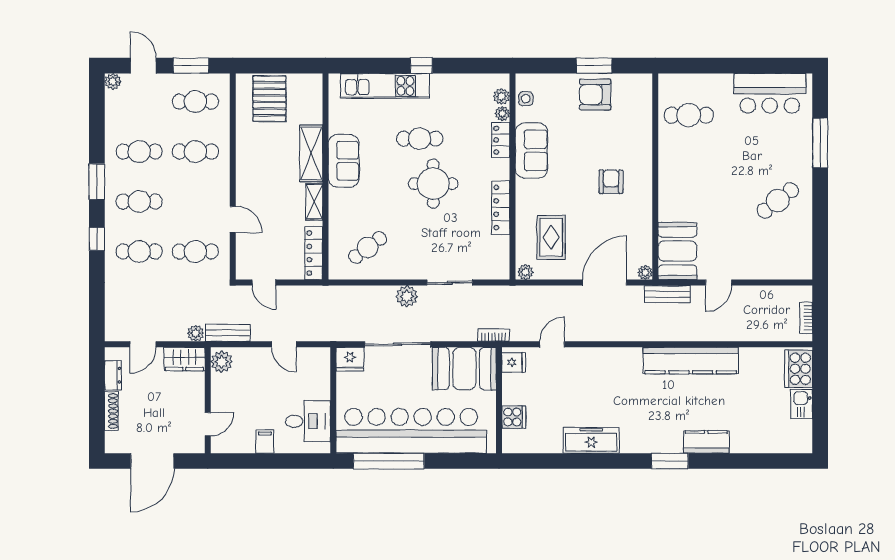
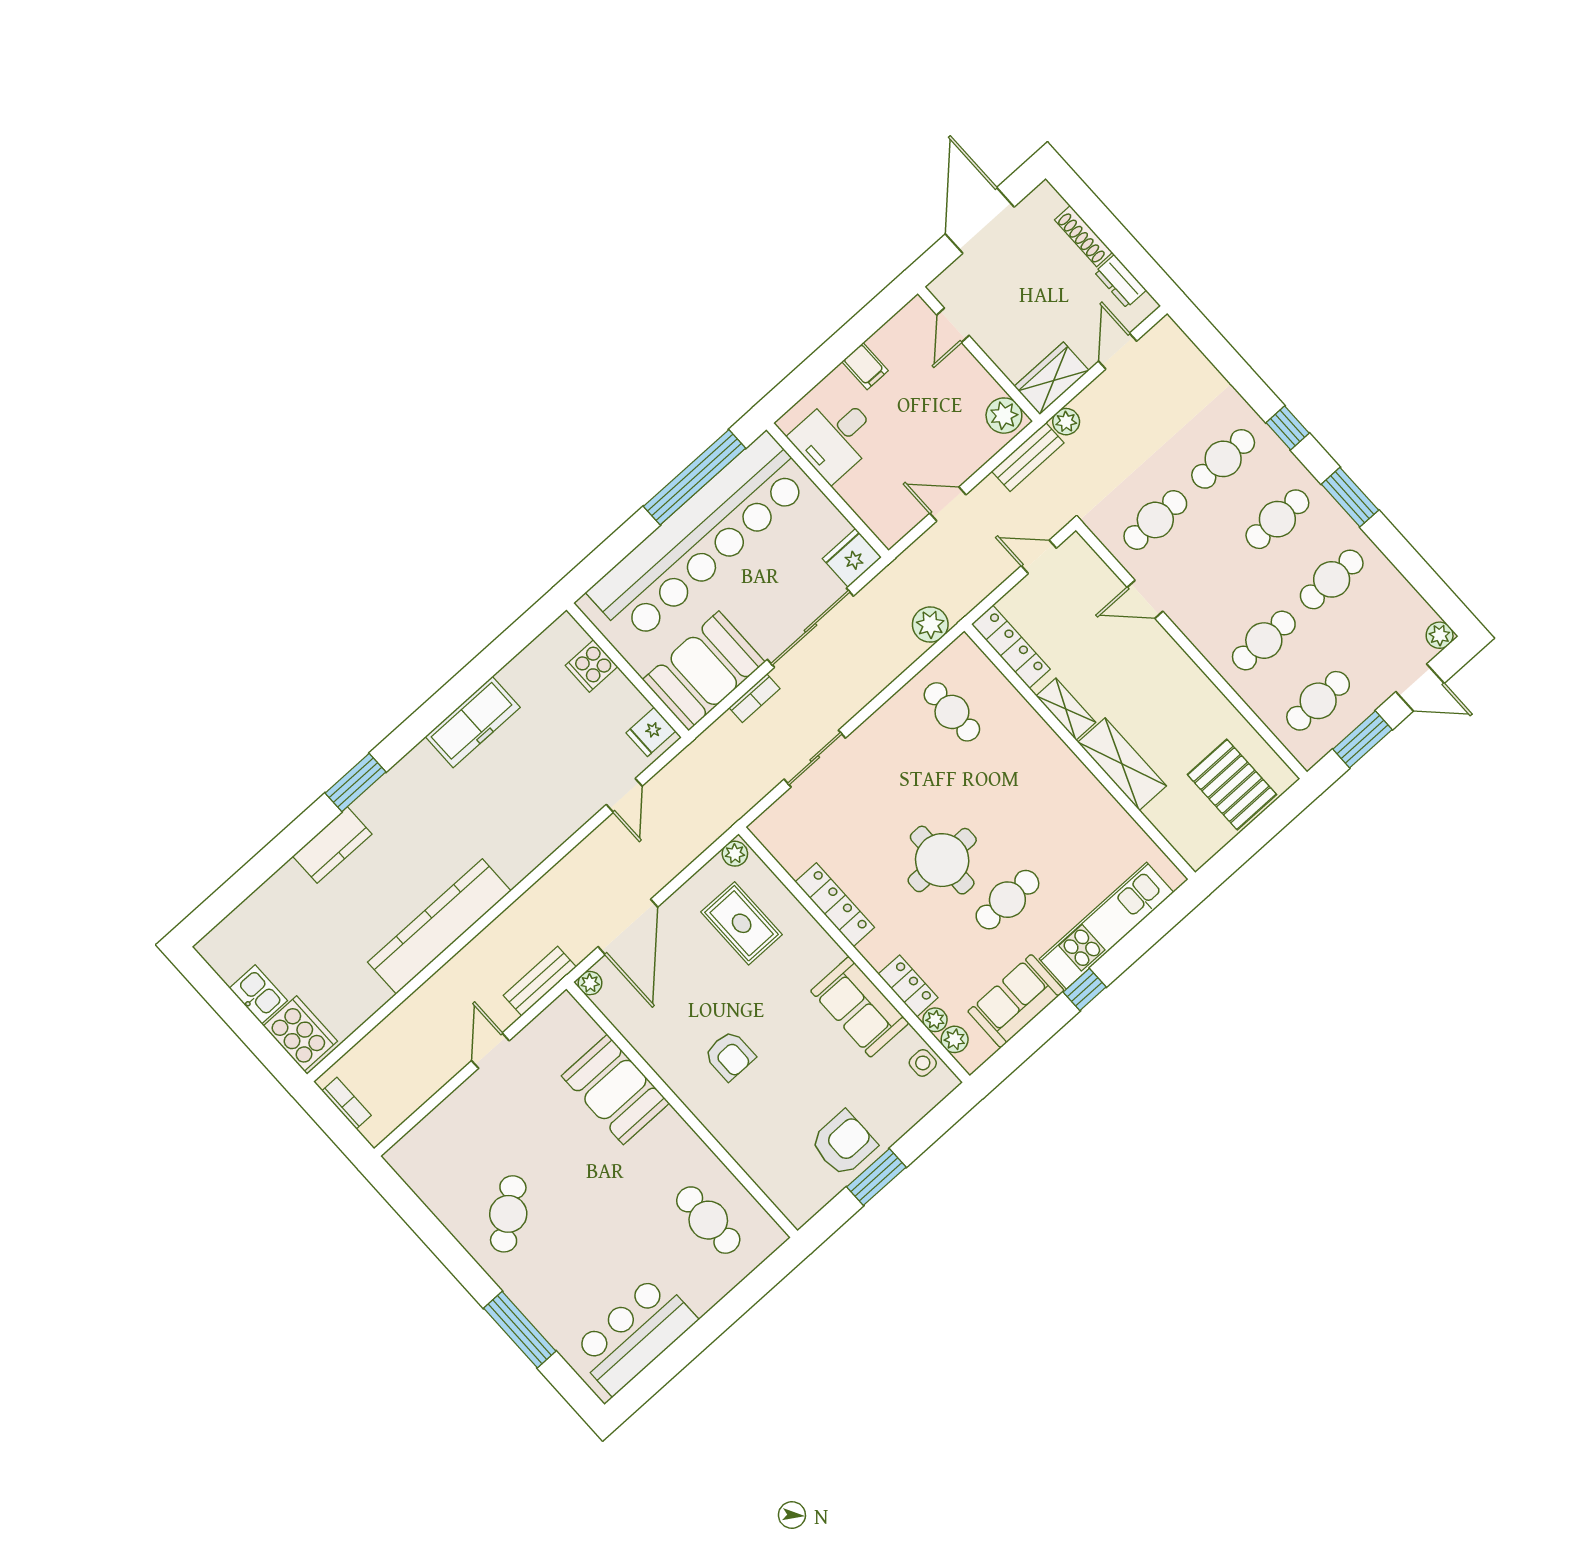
cafe table: (689, 115) -> (708, 1220), turned 90
sofa: (344, 161) -> (1016, 1001), moved, turned 90
cafe table: (368, 247) -> (952, 712), turned -53
booth: (677, 251) -> (615, 1089), moved
plant: (407, 296) -> (930, 625), moved
bookcase: (494, 335) -> (754, 698), moved

